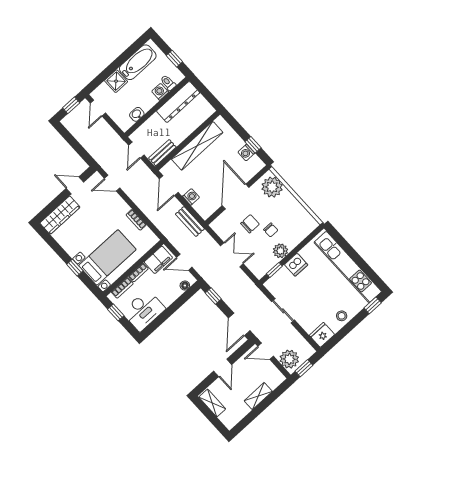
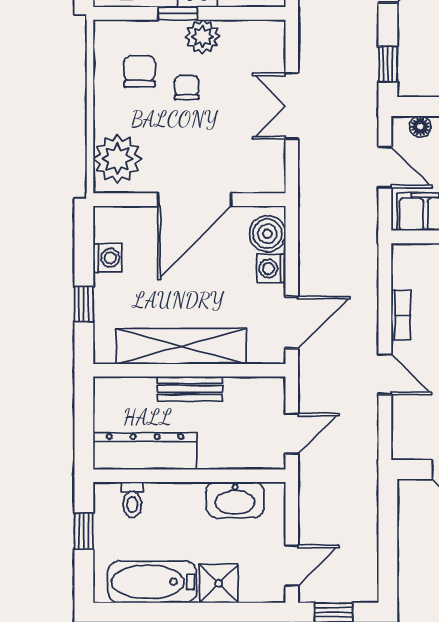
washing machine: (160, 92) -> (160, 496), removed
washbasin: (137, 114) -> (235, 500), width x1.91, depth x1.45
window: (253, 145) -> (84, 304), moved
bench: (162, 153) -> (190, 389), moved
door: (112, 183) -> (385, 374), moved
boiler: (202, 207) -> (267, 234), added
bench: (190, 222) -> (312, 228), removed
chair: (250, 224) -> (140, 71), moved, turned 90
window: (274, 270) -> (178, 13), moved

